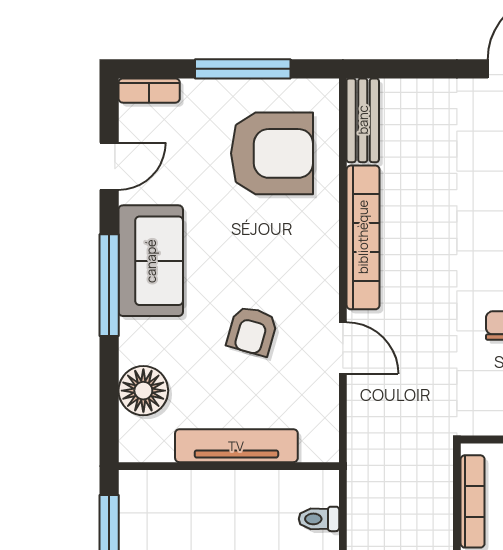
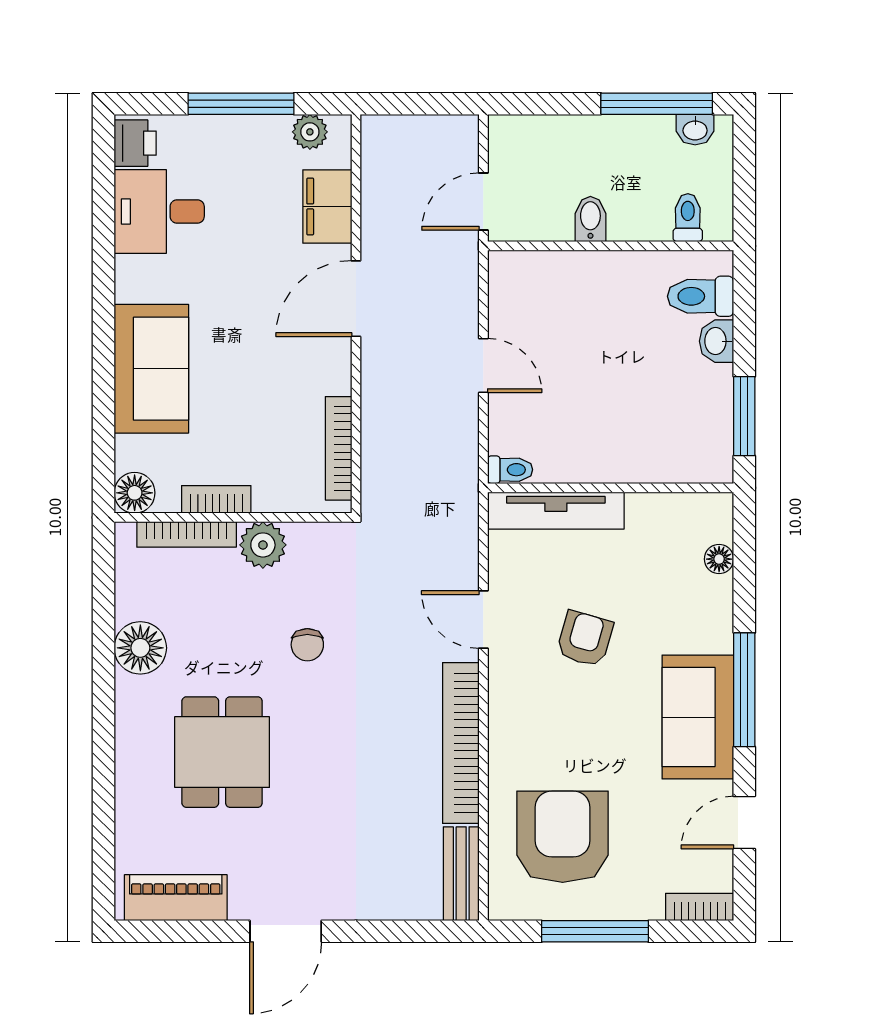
armchair: (272, 153) -> (563, 837), turned 90
floor lamp: (143, 391) -> (719, 559), width x0.53, depth x0.53
tv unit: (236, 446) -> (556, 511), moved
toilet: (319, 519) -> (510, 470), moved

